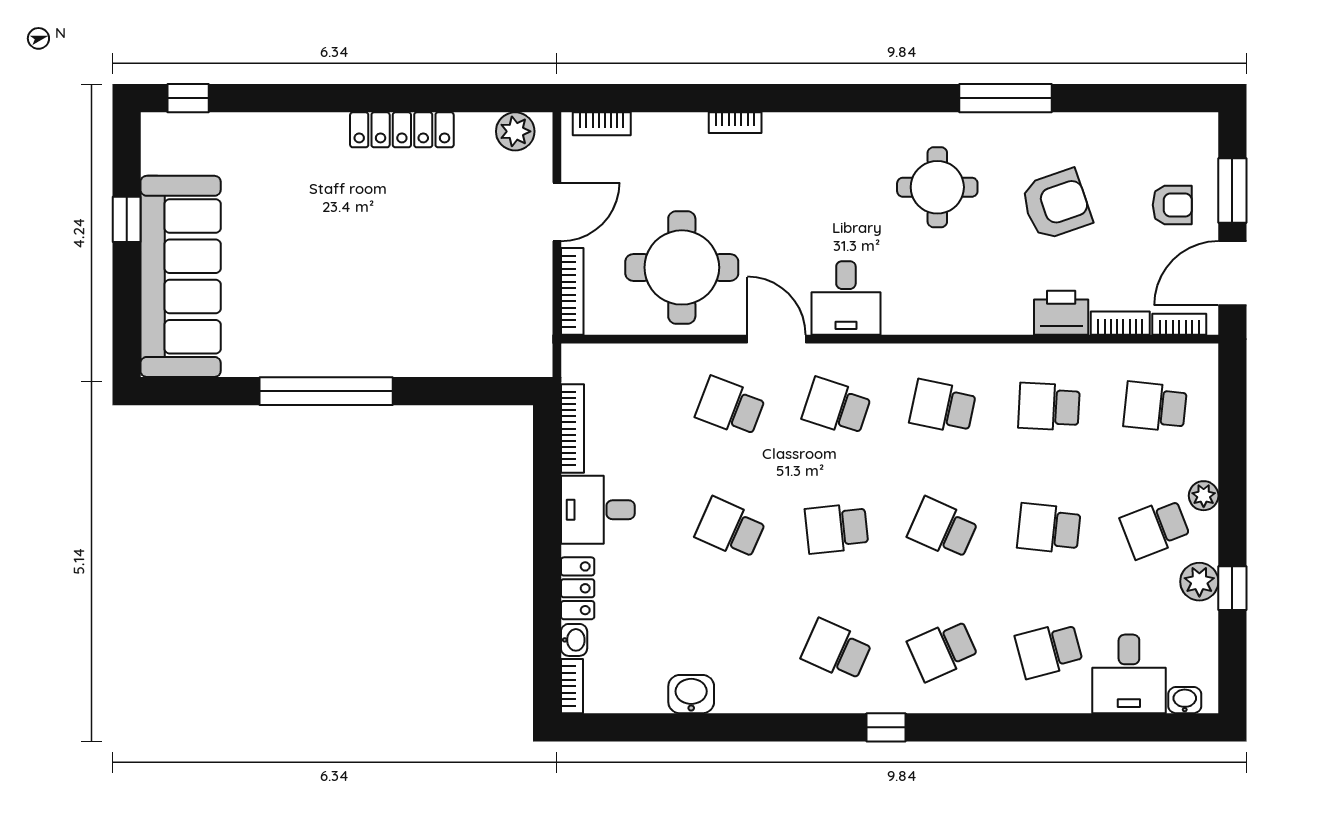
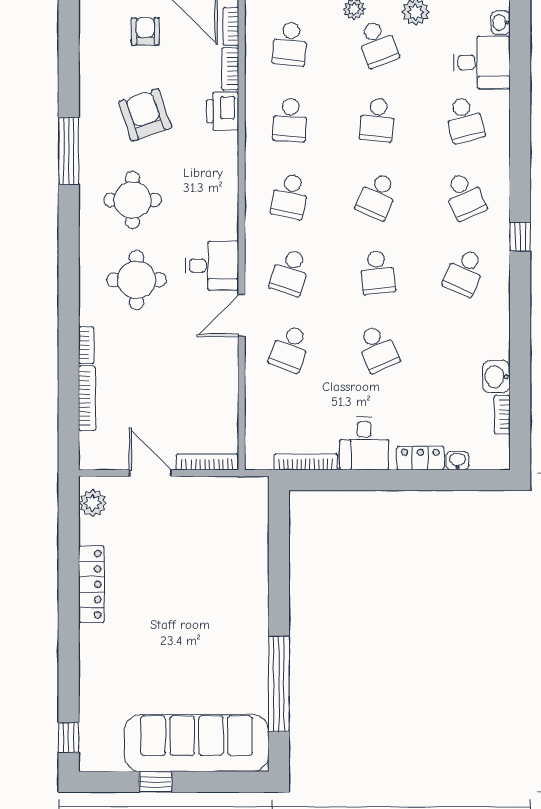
bookcase: (602, 124) -> (87, 398), moved, width x1.56
round table: (682, 267) -> (137, 280), moved, width x0.73, depth x0.73
window: (326, 391) -> (279, 684), moved
school desk: (730, 528) -> (377, 349), turned -48
bookcase: (572, 686) -> (502, 415), moved, turned -90

